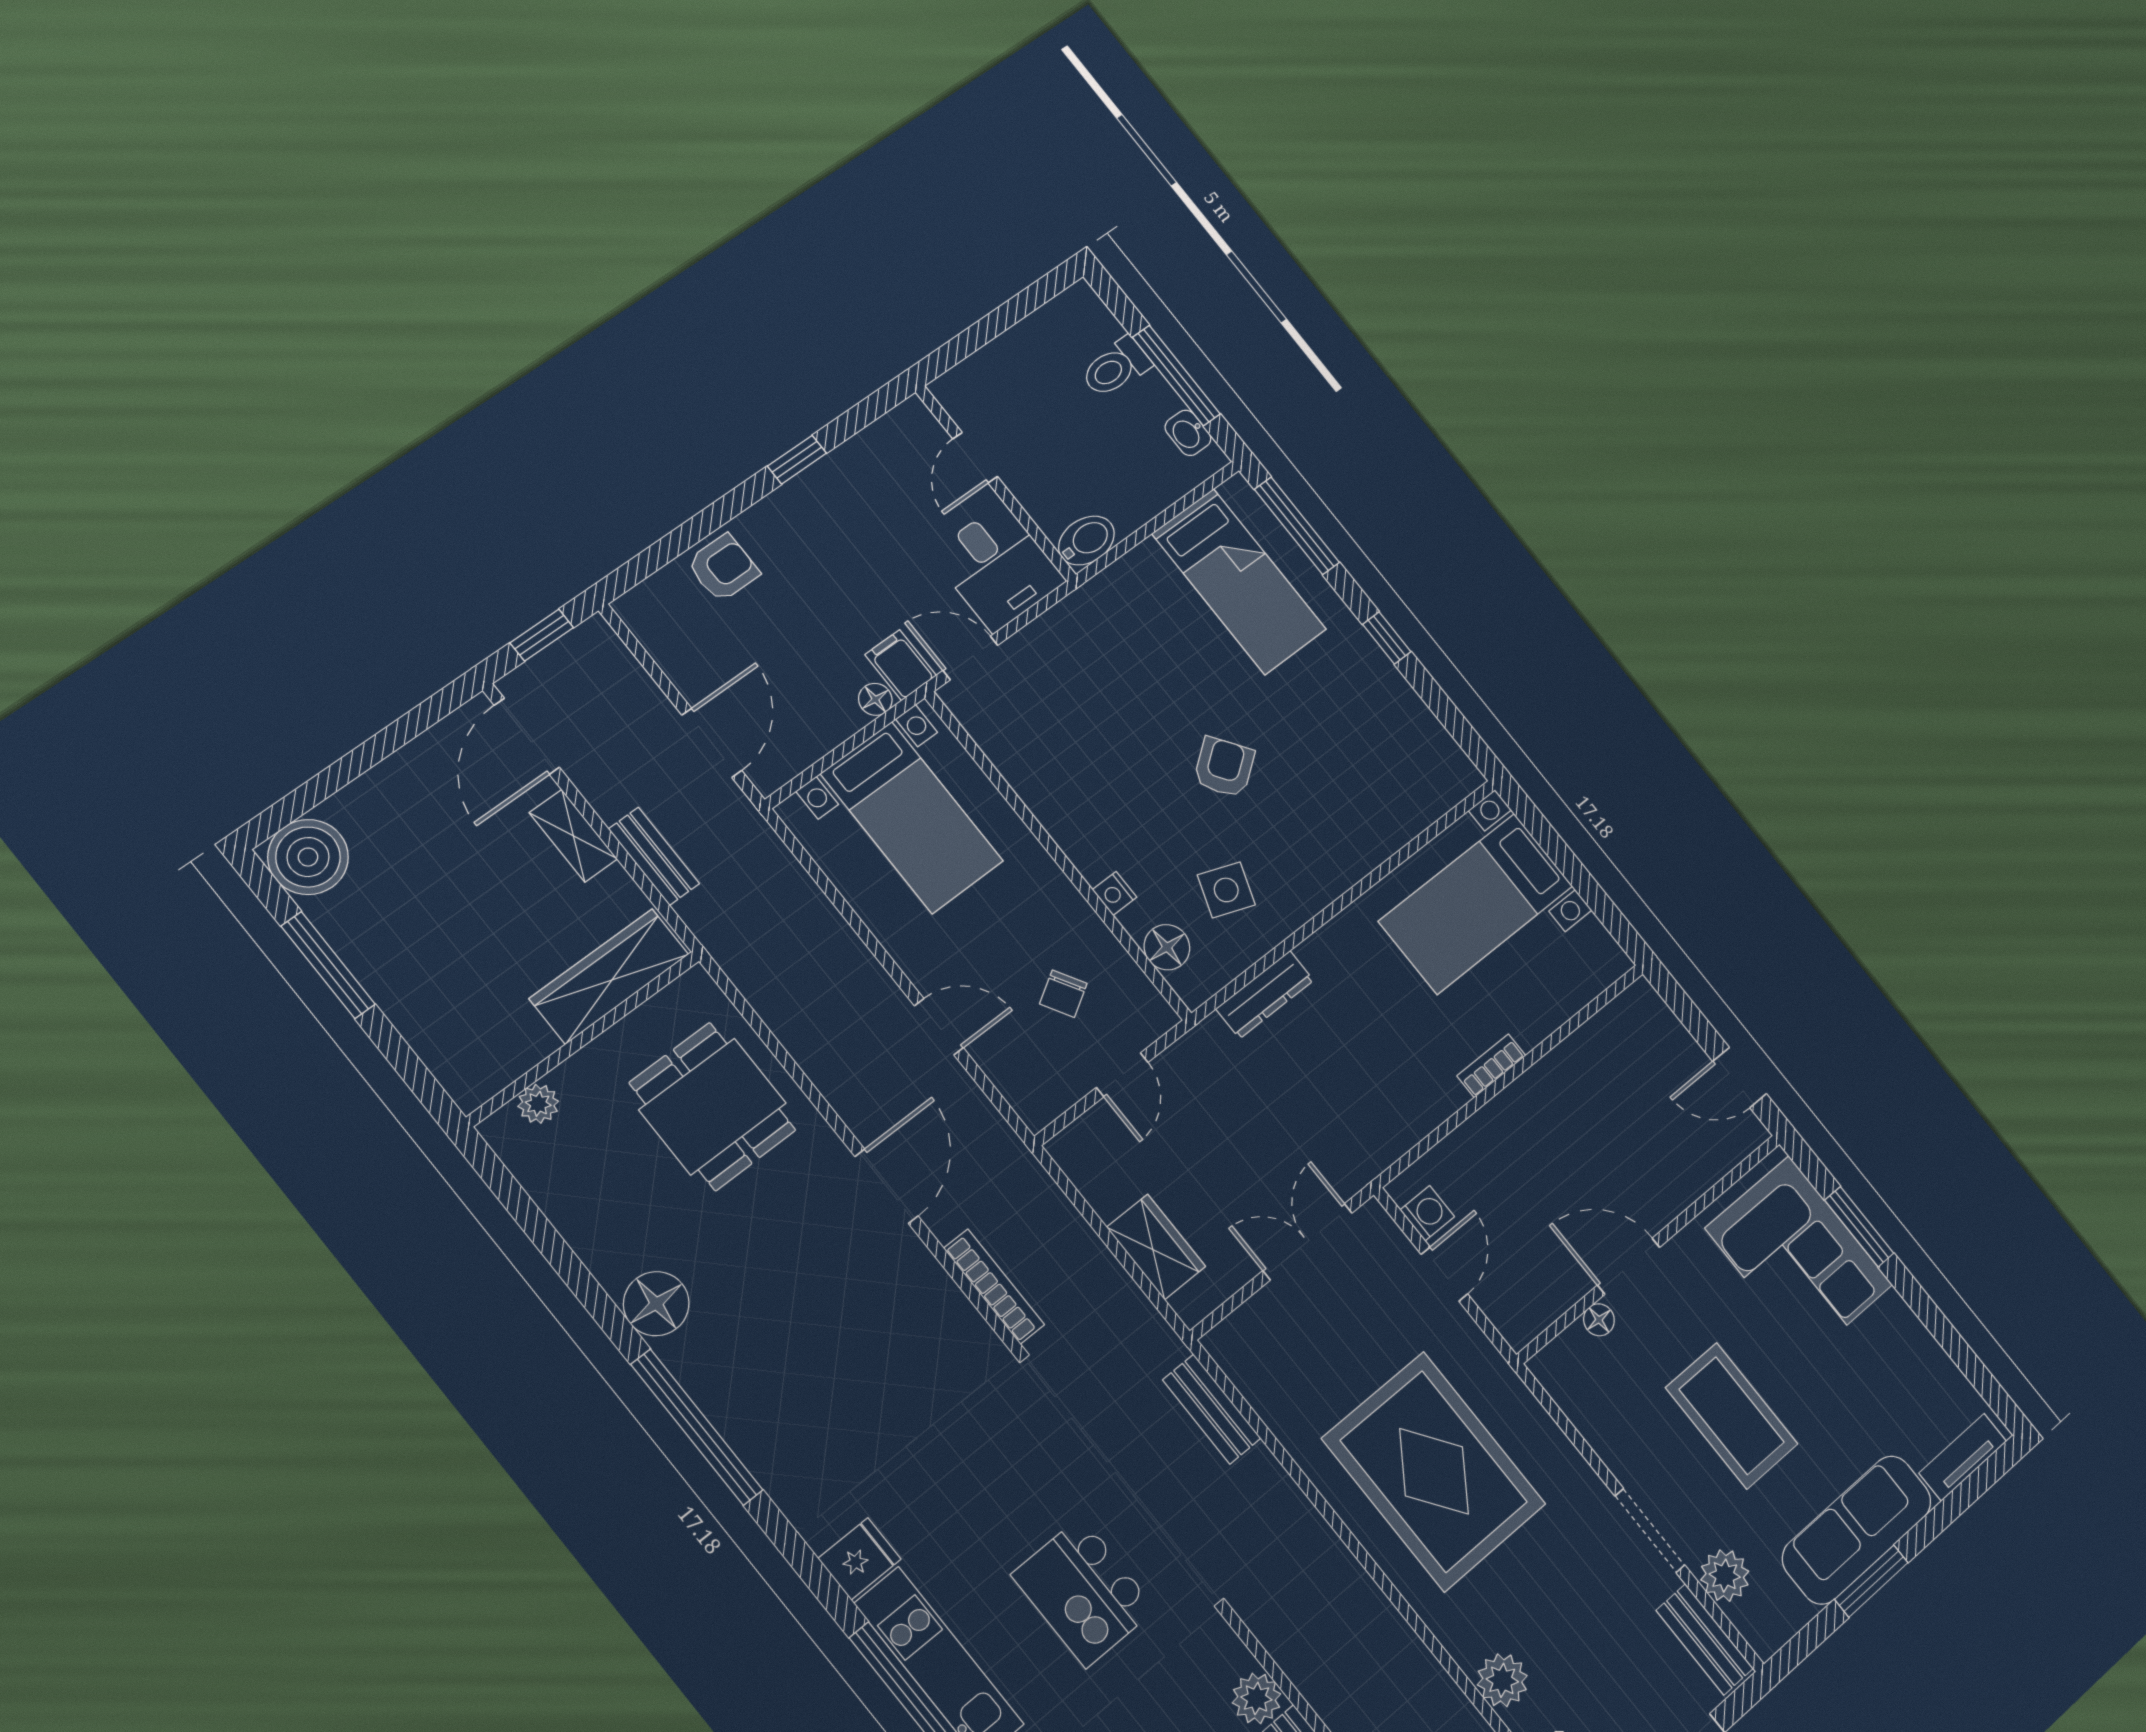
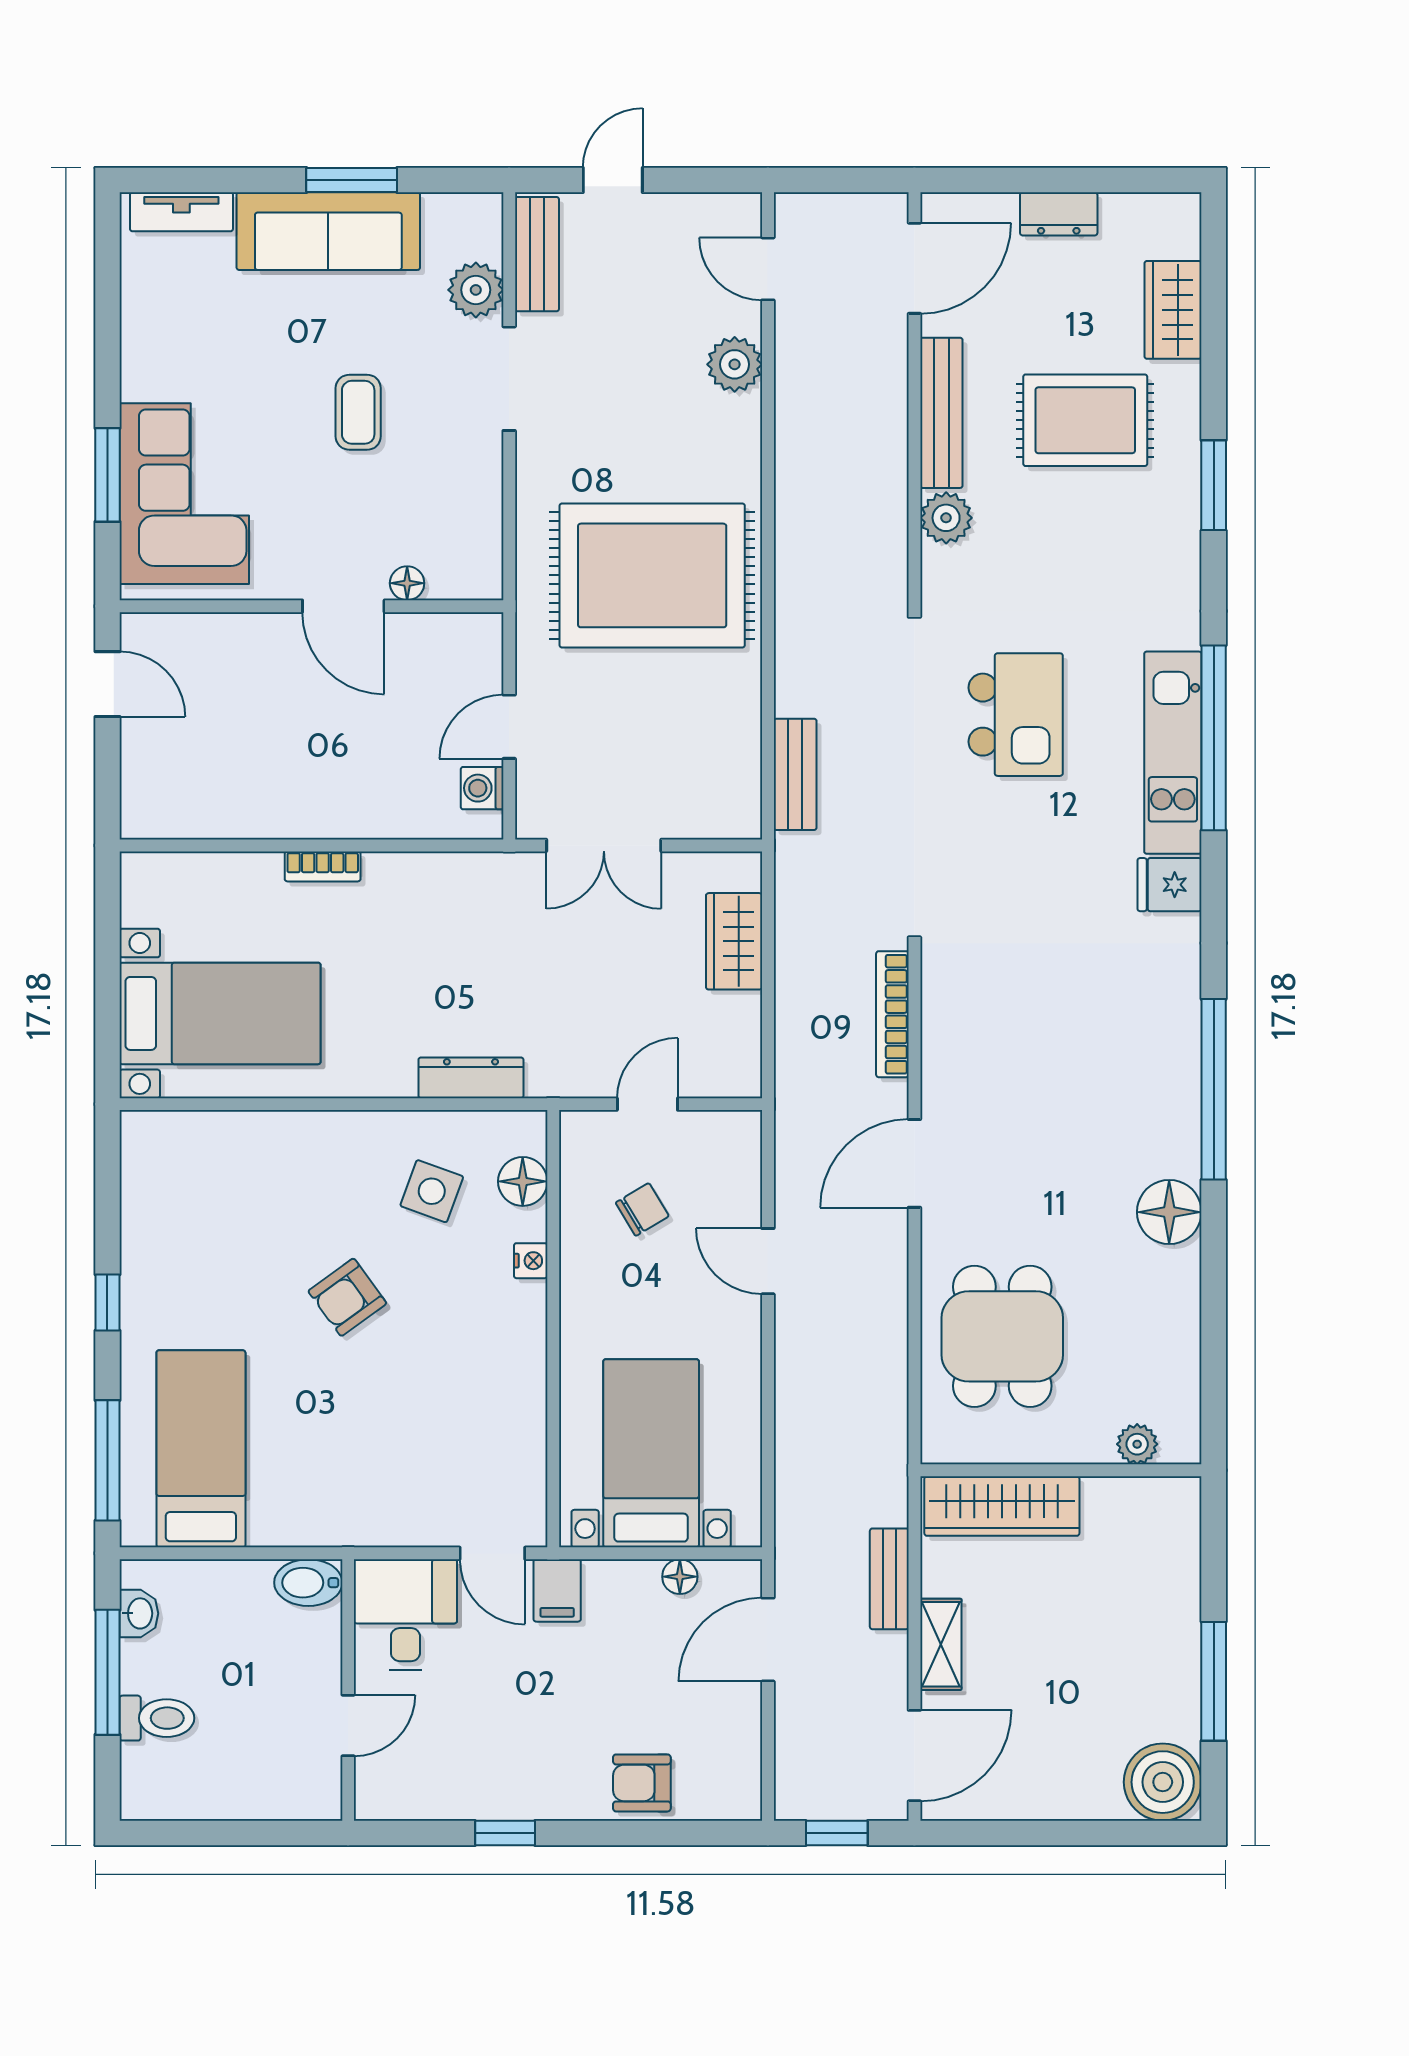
floor lamp: (875, 699) -> (680, 1577), moved
coffee table: (1732, 1416) -> (358, 412), width x0.54, depth x0.58
rug: (1434, 1471) -> (652, 575), turned 90

